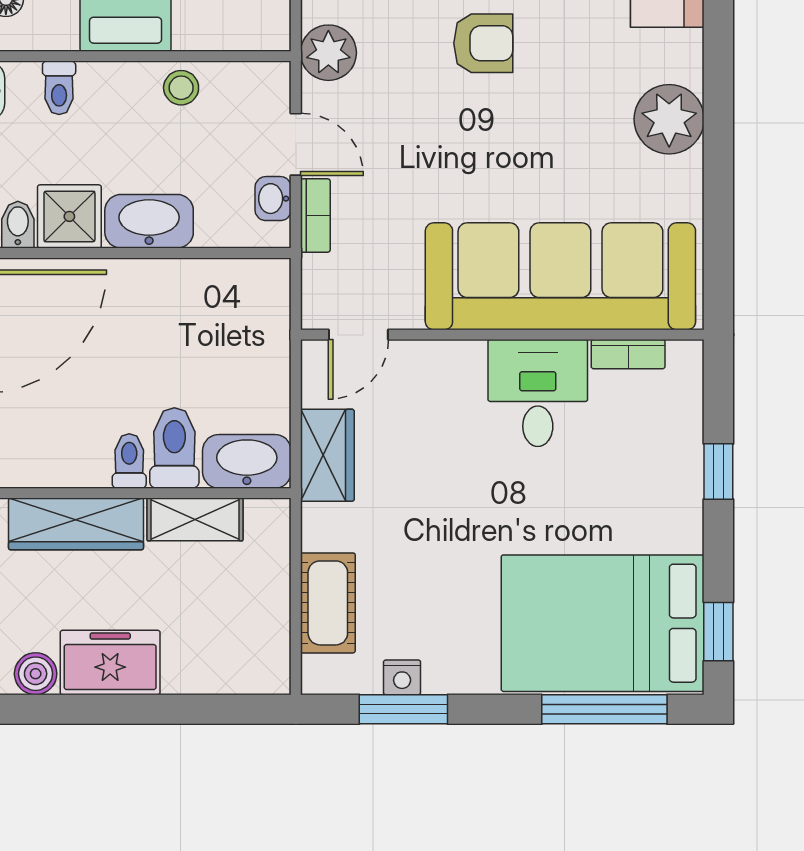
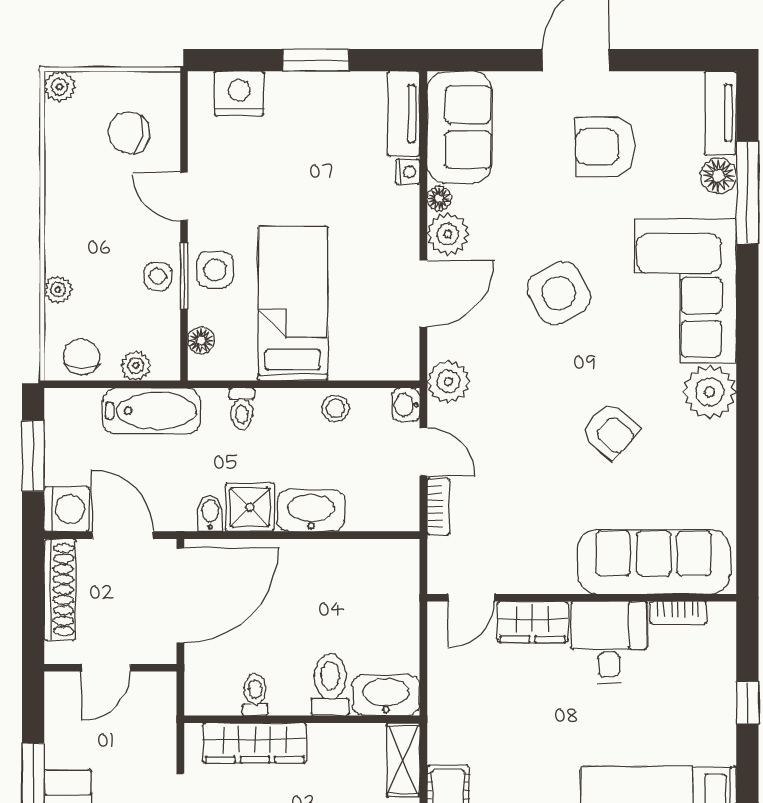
armchair: (483, 43) -> (610, 431), moved, turned 41
plant: (669, 119) -> (710, 392), moved
washbasin: (273, 199) -> (406, 405), moved
sofa: (560, 276) -> (654, 562), width x0.74, depth x0.79
wardrobe: (327, 455) -> (533, 622), moved, turned 90
toilet: (129, 461) -> (255, 695), moved
shelving: (195, 519) -> (403, 760), moved, turned 90

